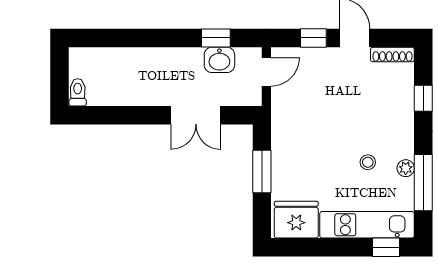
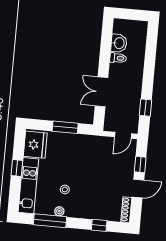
washbasin: (219, 60) -> (119, 43), moved, turned 180
door: (266, 72) -> (123, 135), hinge flipped
toilet: (78, 92) -> (118, 58), moved
window: (386, 247) -> (17, 168), moved

